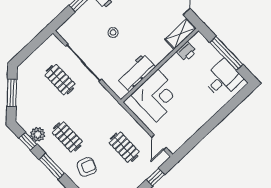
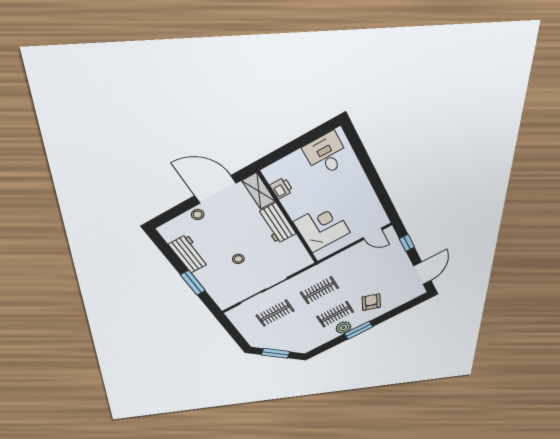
window: (226, 53) -> (297, 144), removed
workbench: (136, 73) -> (277, 223), moved
plant: (38, 134) -> (343, 328), moved
window: (28, 141) -> (327, 346), removed
clothes rail: (124, 147) -> (319, 290), moved

